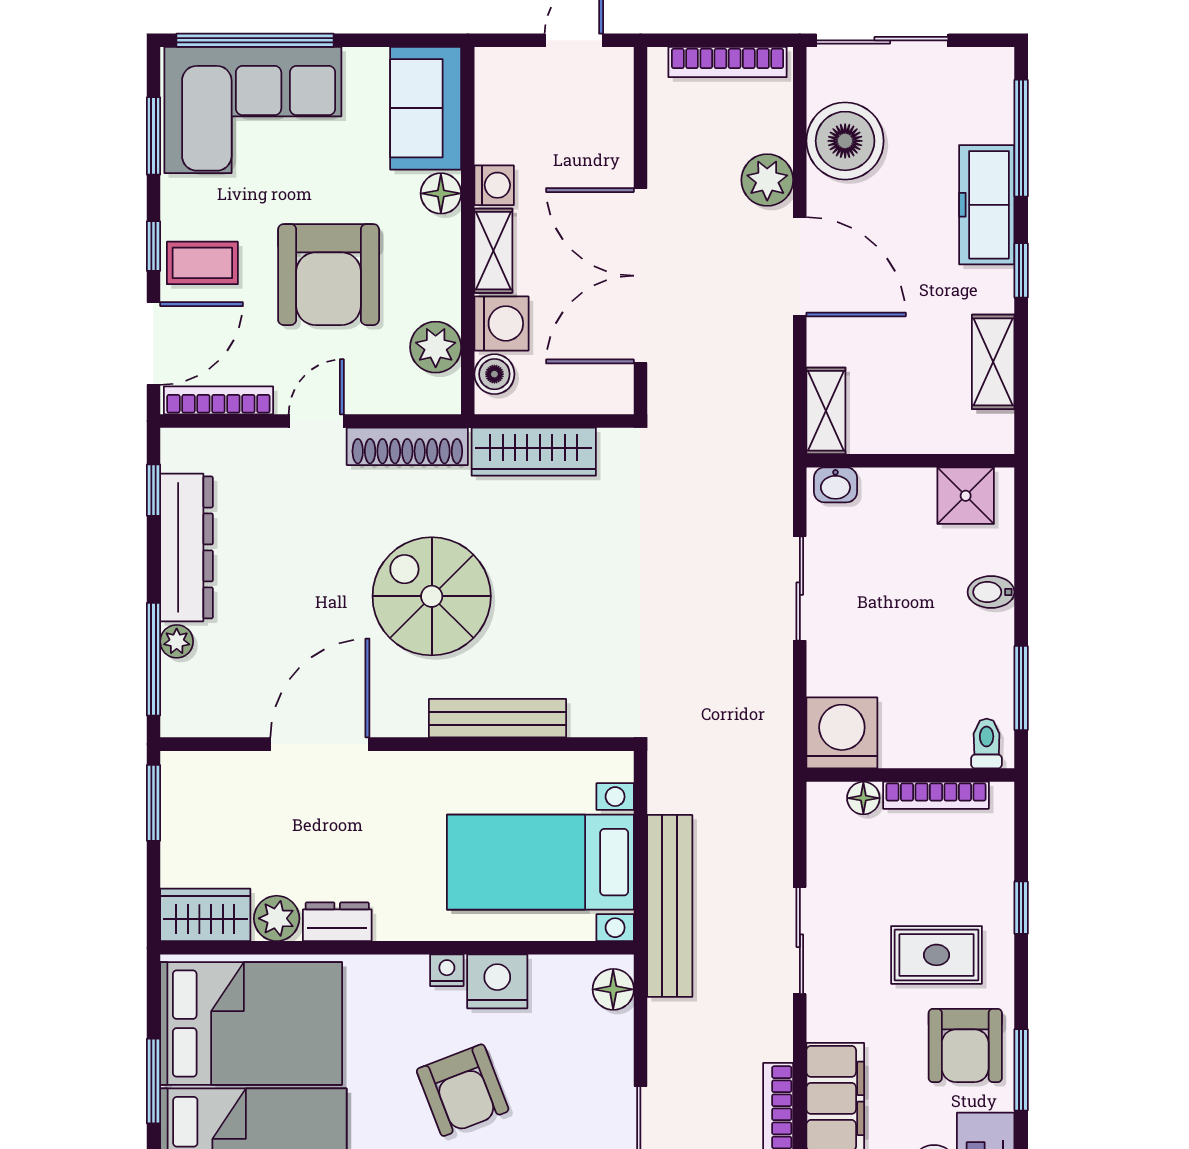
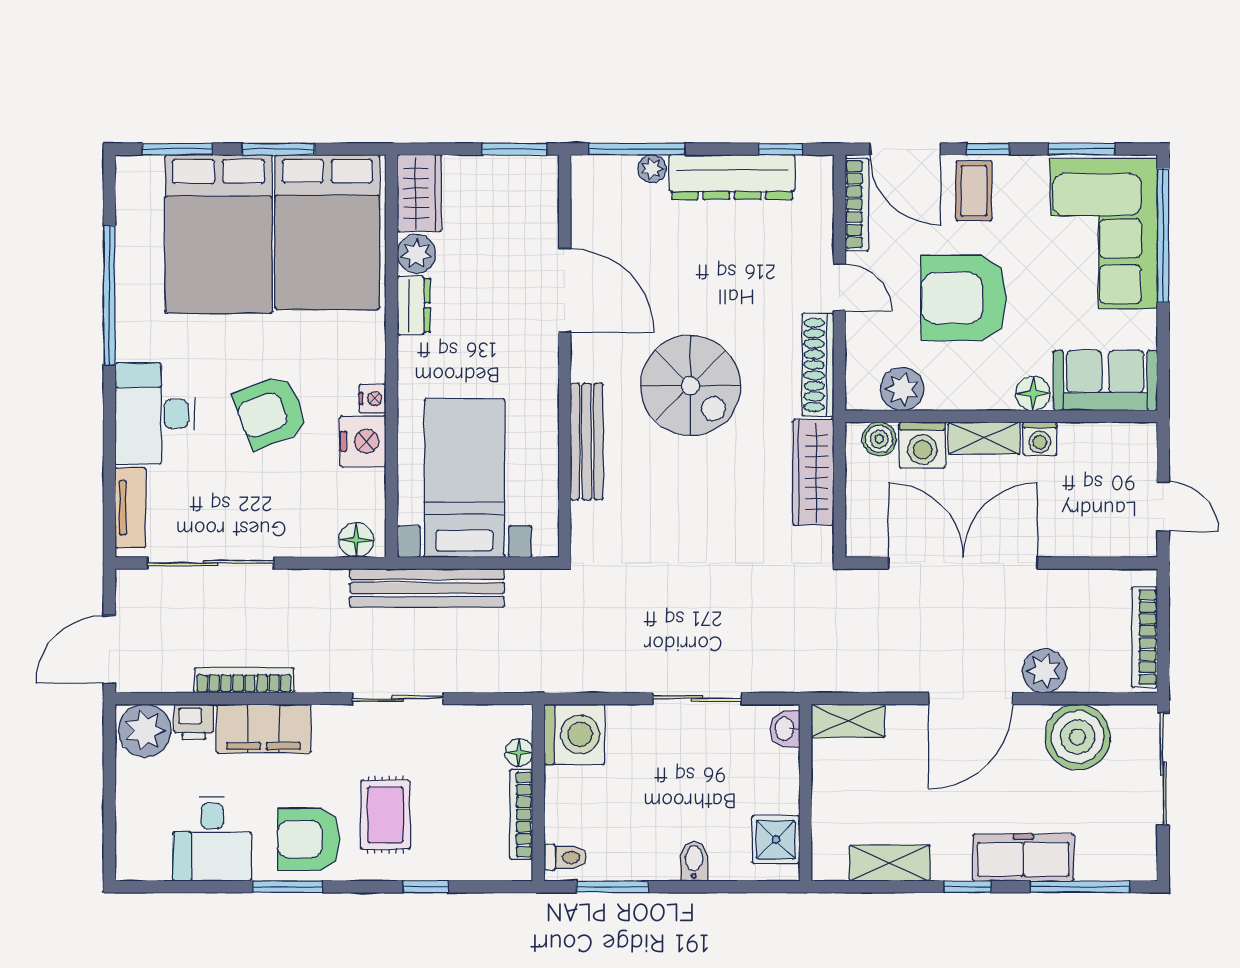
spiral stairs: (432, 596) -> (690, 386), turned 90

